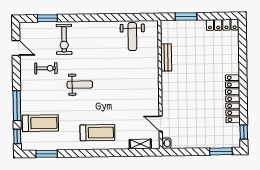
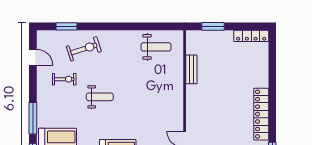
weight bench: (132, 37) -> (156, 47), turned -90
exercise bike: (64, 39) -> (84, 49), turned -108

